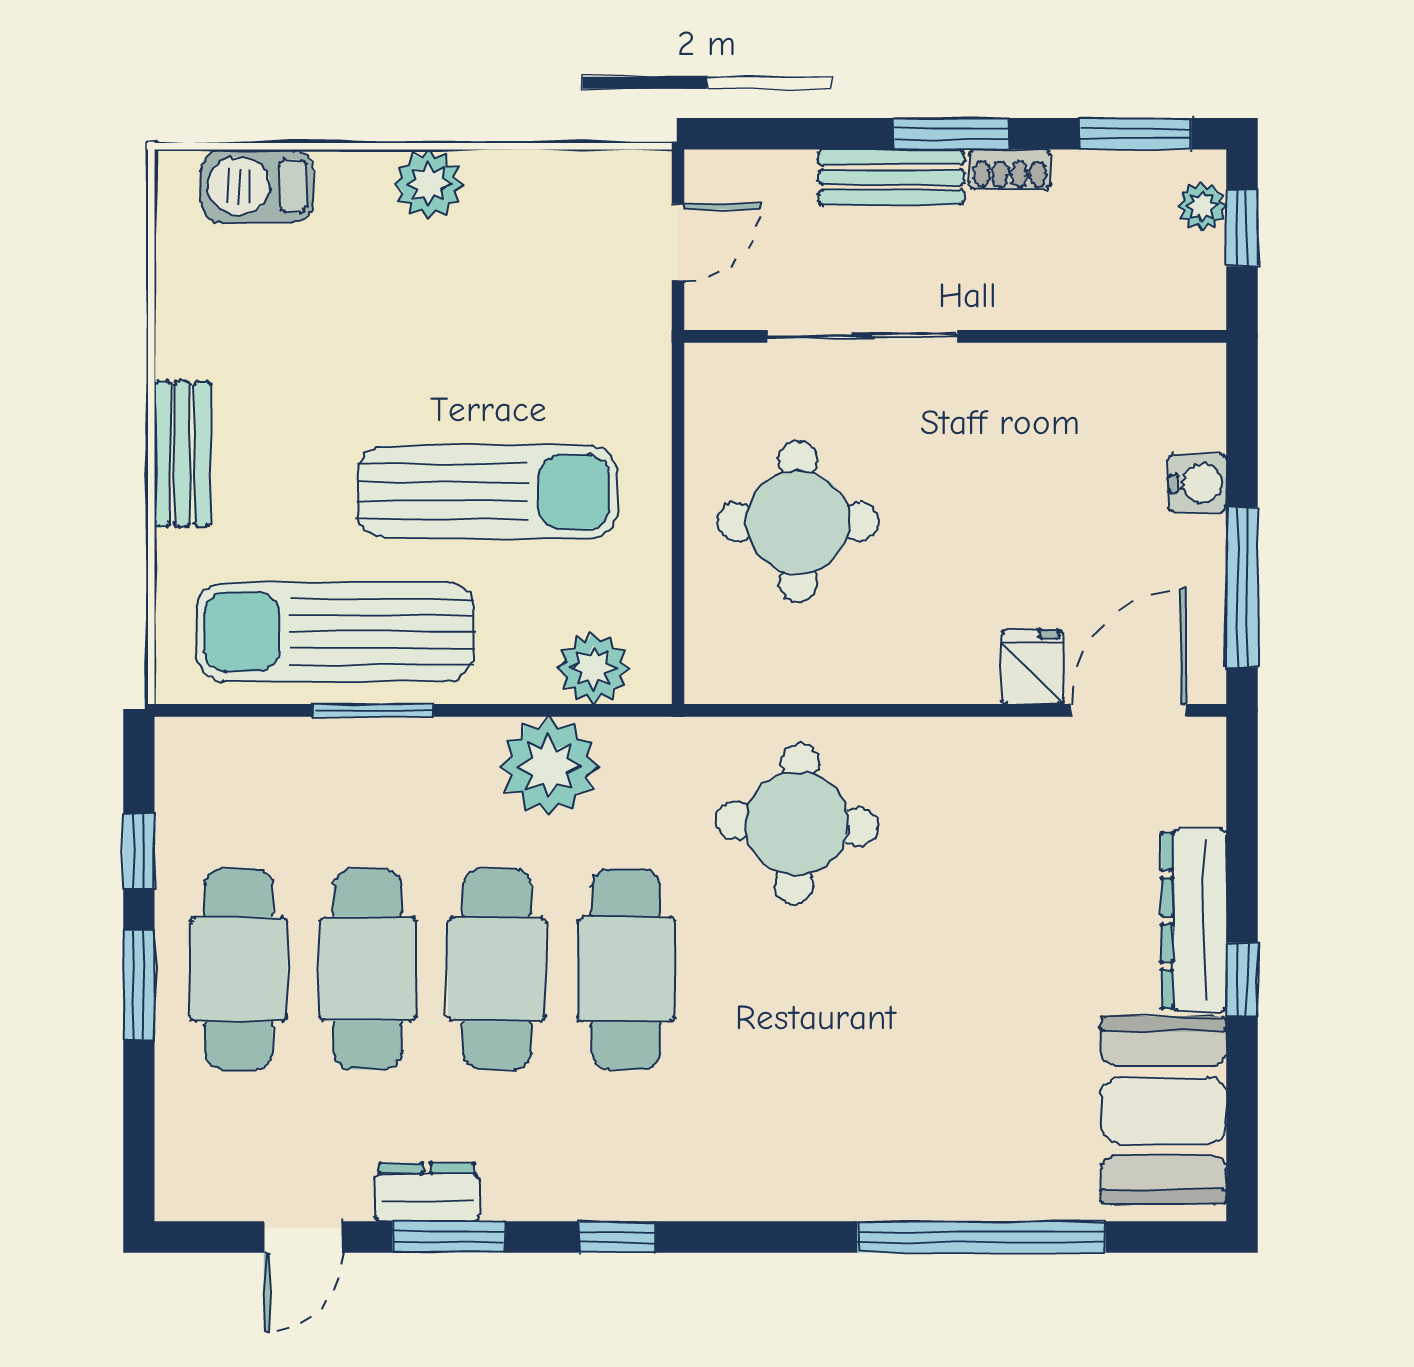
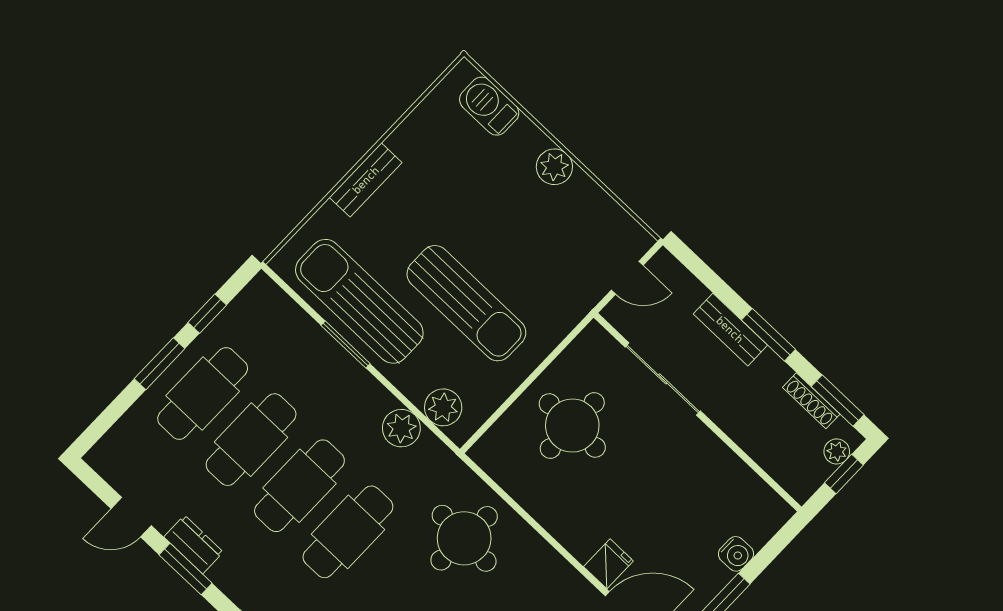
shoe rack: (1010, 169) -> (811, 401), moved, width x1.43
plant: (549, 766) -> (401, 428), width x0.73, depth x0.73

